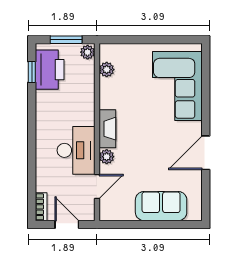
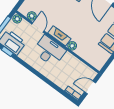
desk: (76, 150) -> (49, 51), moved
door: (97, 186) -> (38, 27), moved

